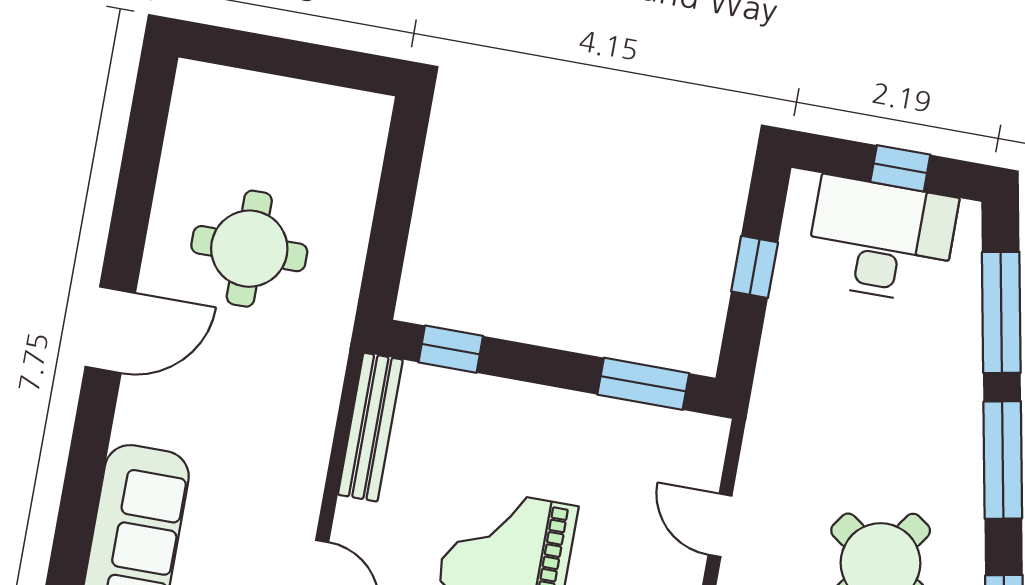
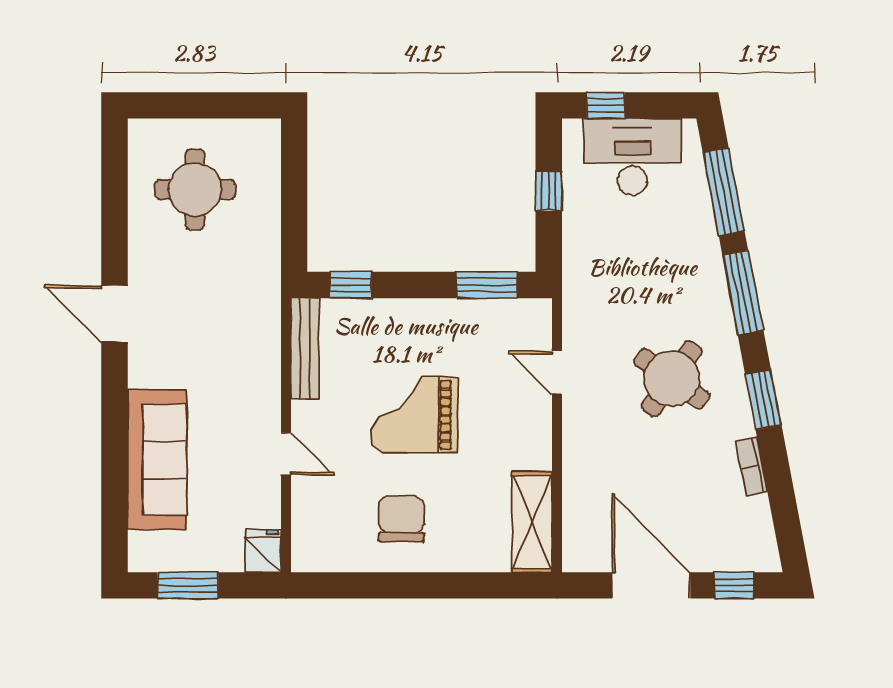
window: (900, 168) -> (606, 105), moved
round table: (249, 249) -> (195, 189), moved
door: (110, 330) -> (114, 314), swing flipped

